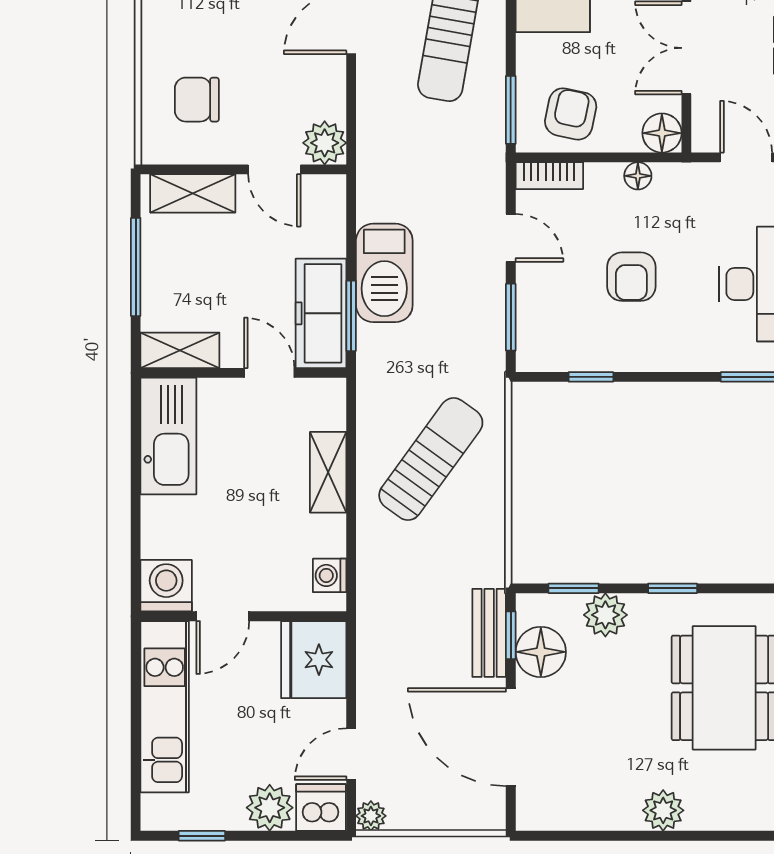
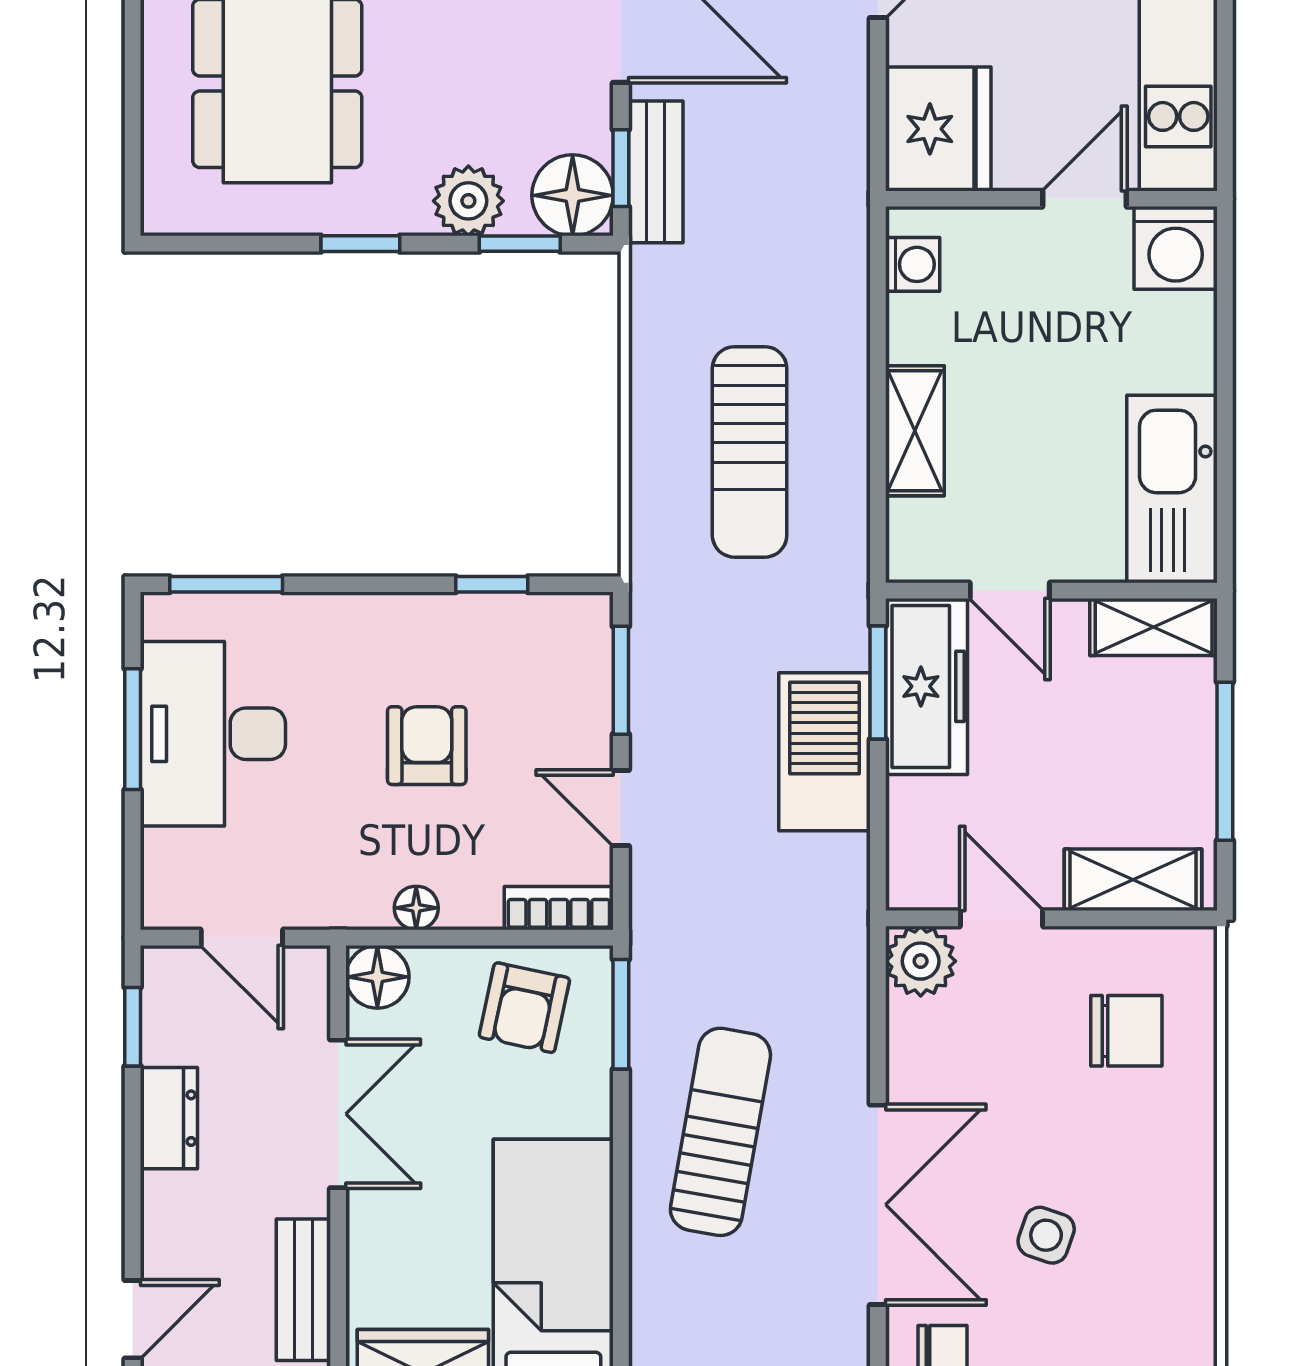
sun lounger: (431, 459) -> (750, 452), turned -36
floor lamp: (541, 652) -> (573, 195), moved

